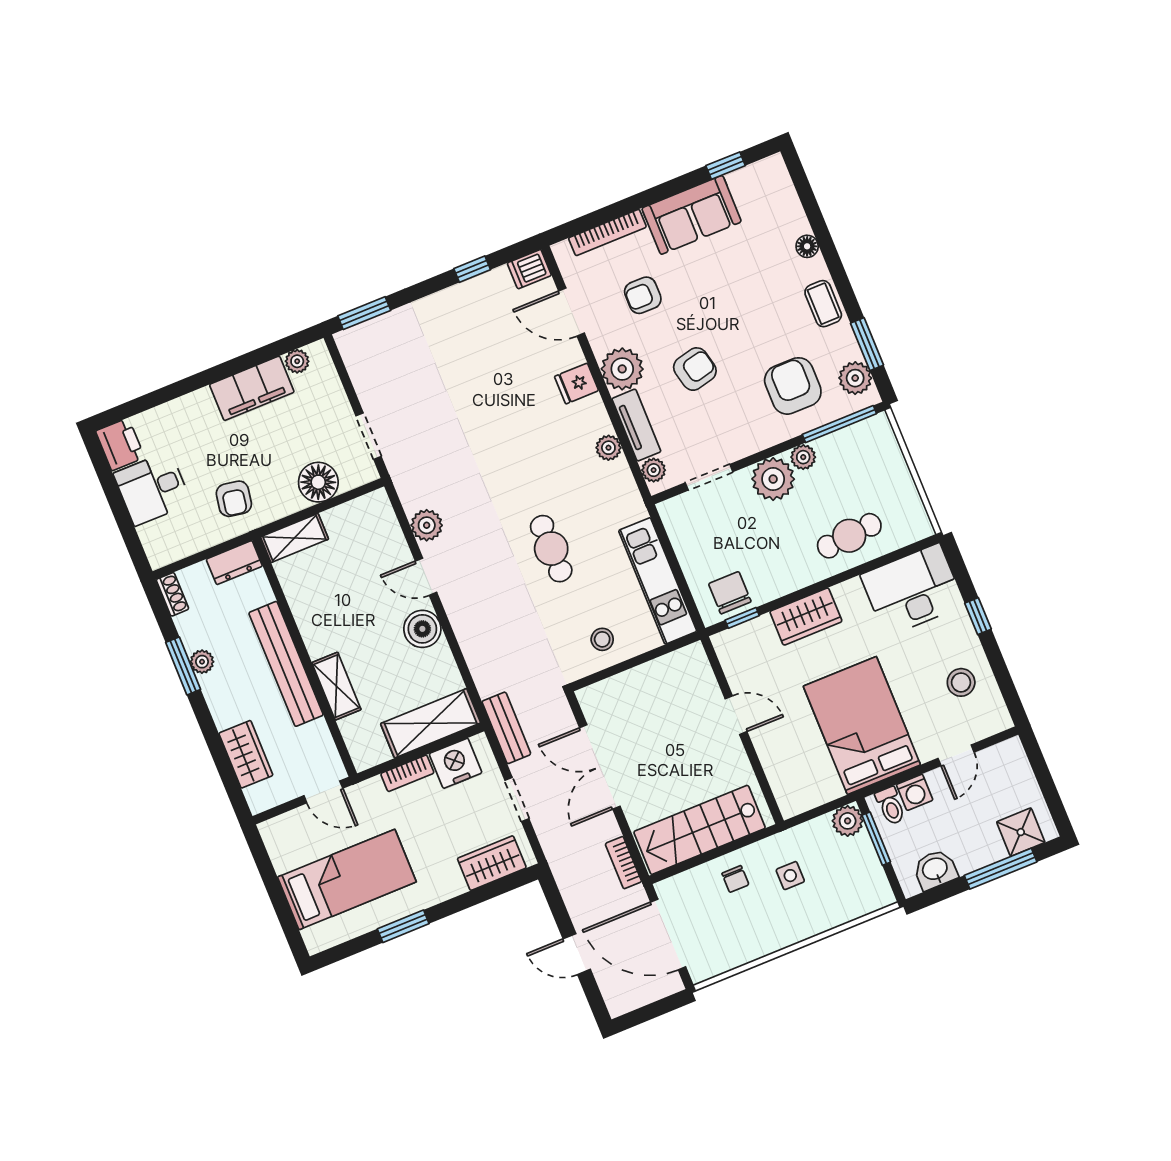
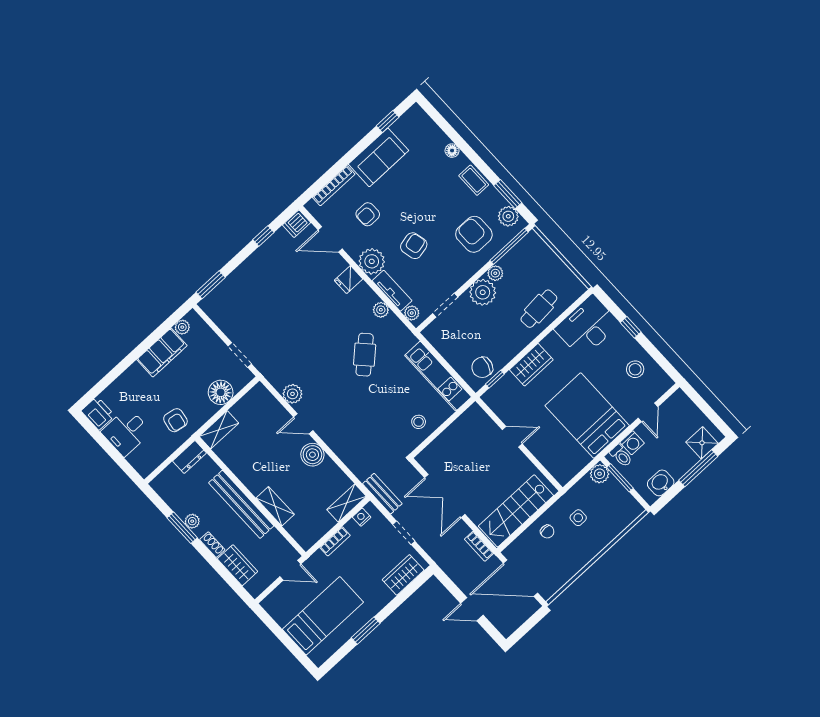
cafe table: (551, 549) -> (365, 355), moved, turned 47
chair: (730, 593) -> (482, 367), turned -74
shoe rack: (172, 594) -> (212, 545), moved
shelving: (431, 723) -> (347, 503), width x0.67, depth x0.75
nightstand: (456, 763) -> (362, 517), width x0.53, depth x0.56

